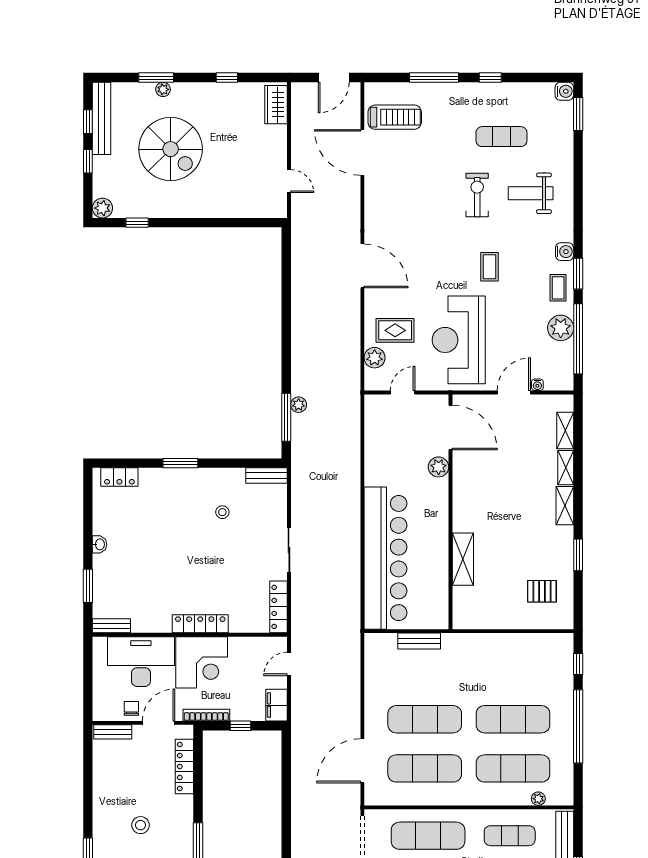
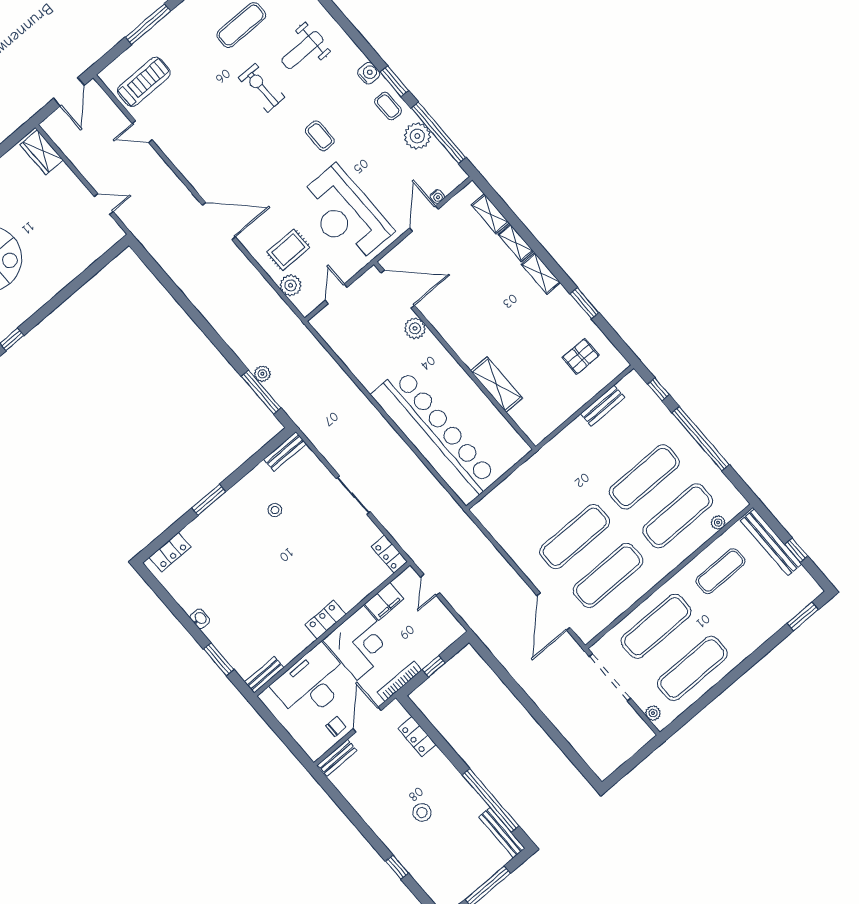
door: (362, 152) -> (142, 132), width x0.53
locker: (278, 607) -> (389, 554), width x0.66
locker: (200, 624) -> (325, 620), width x0.66
bench: (419, 641) -> (603, 406), moved
filing cabinet: (276, 705) -> (384, 602), moved, turned -90
chair: (131, 708) -> (336, 727), turned 90
locker: (184, 767) -> (417, 737), width x0.66

